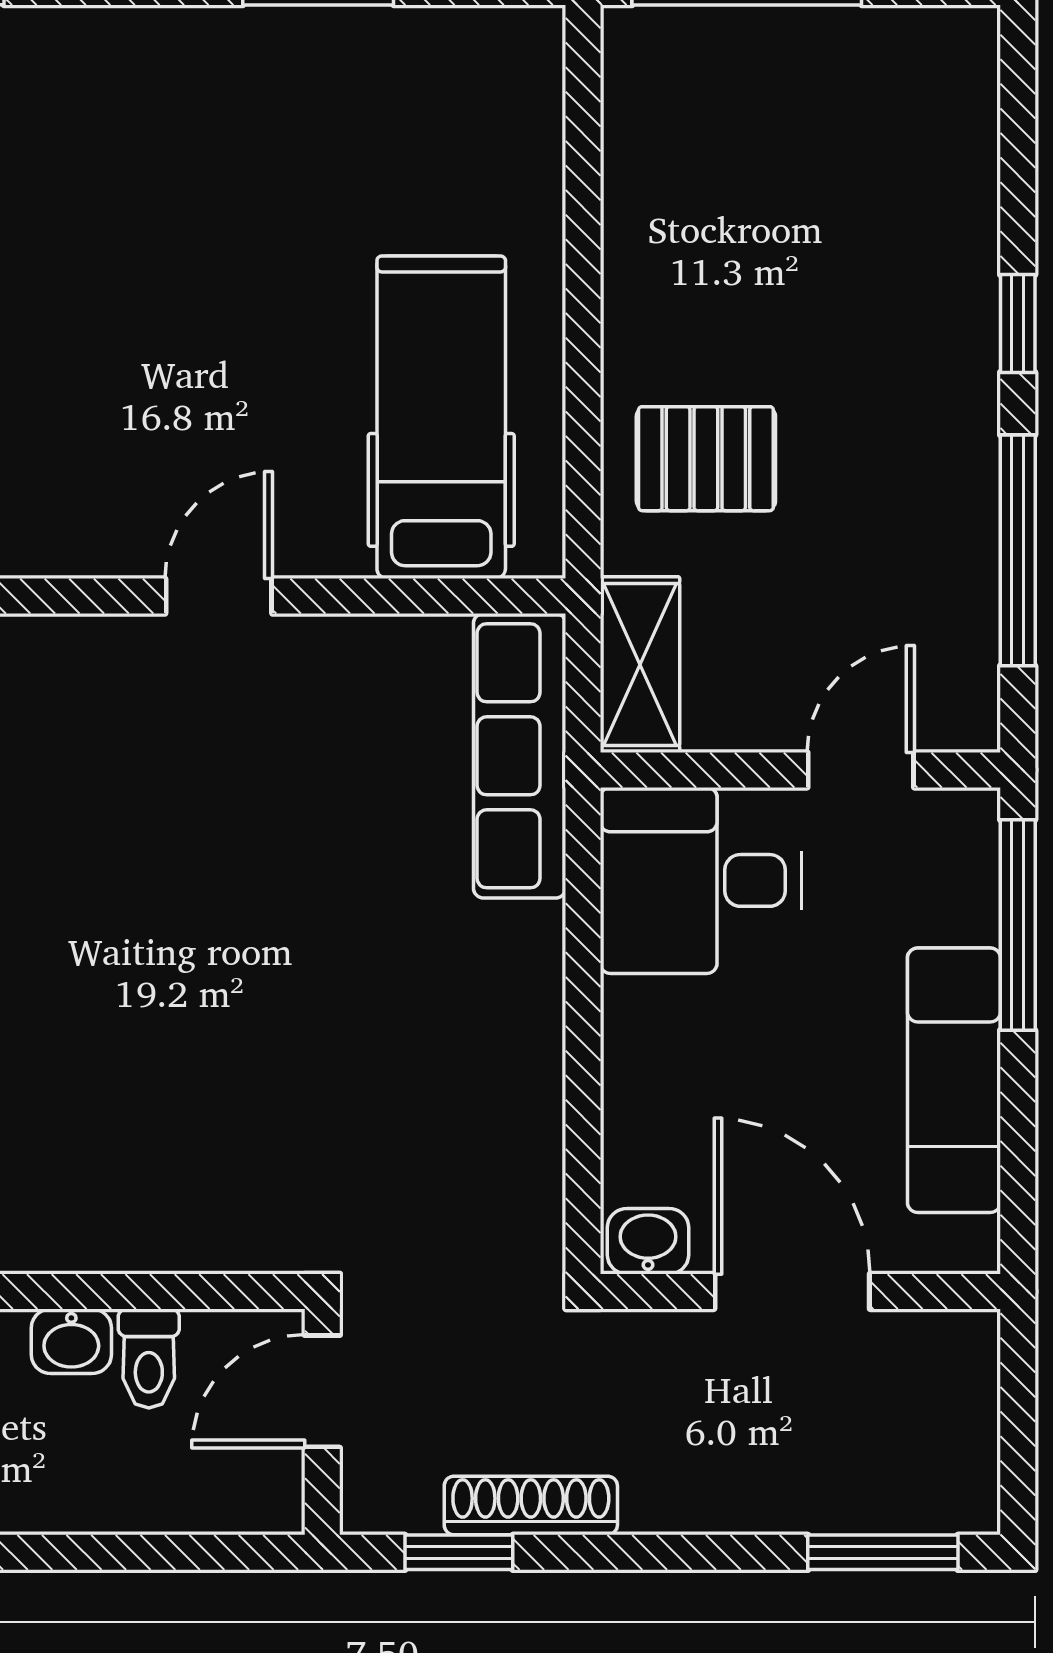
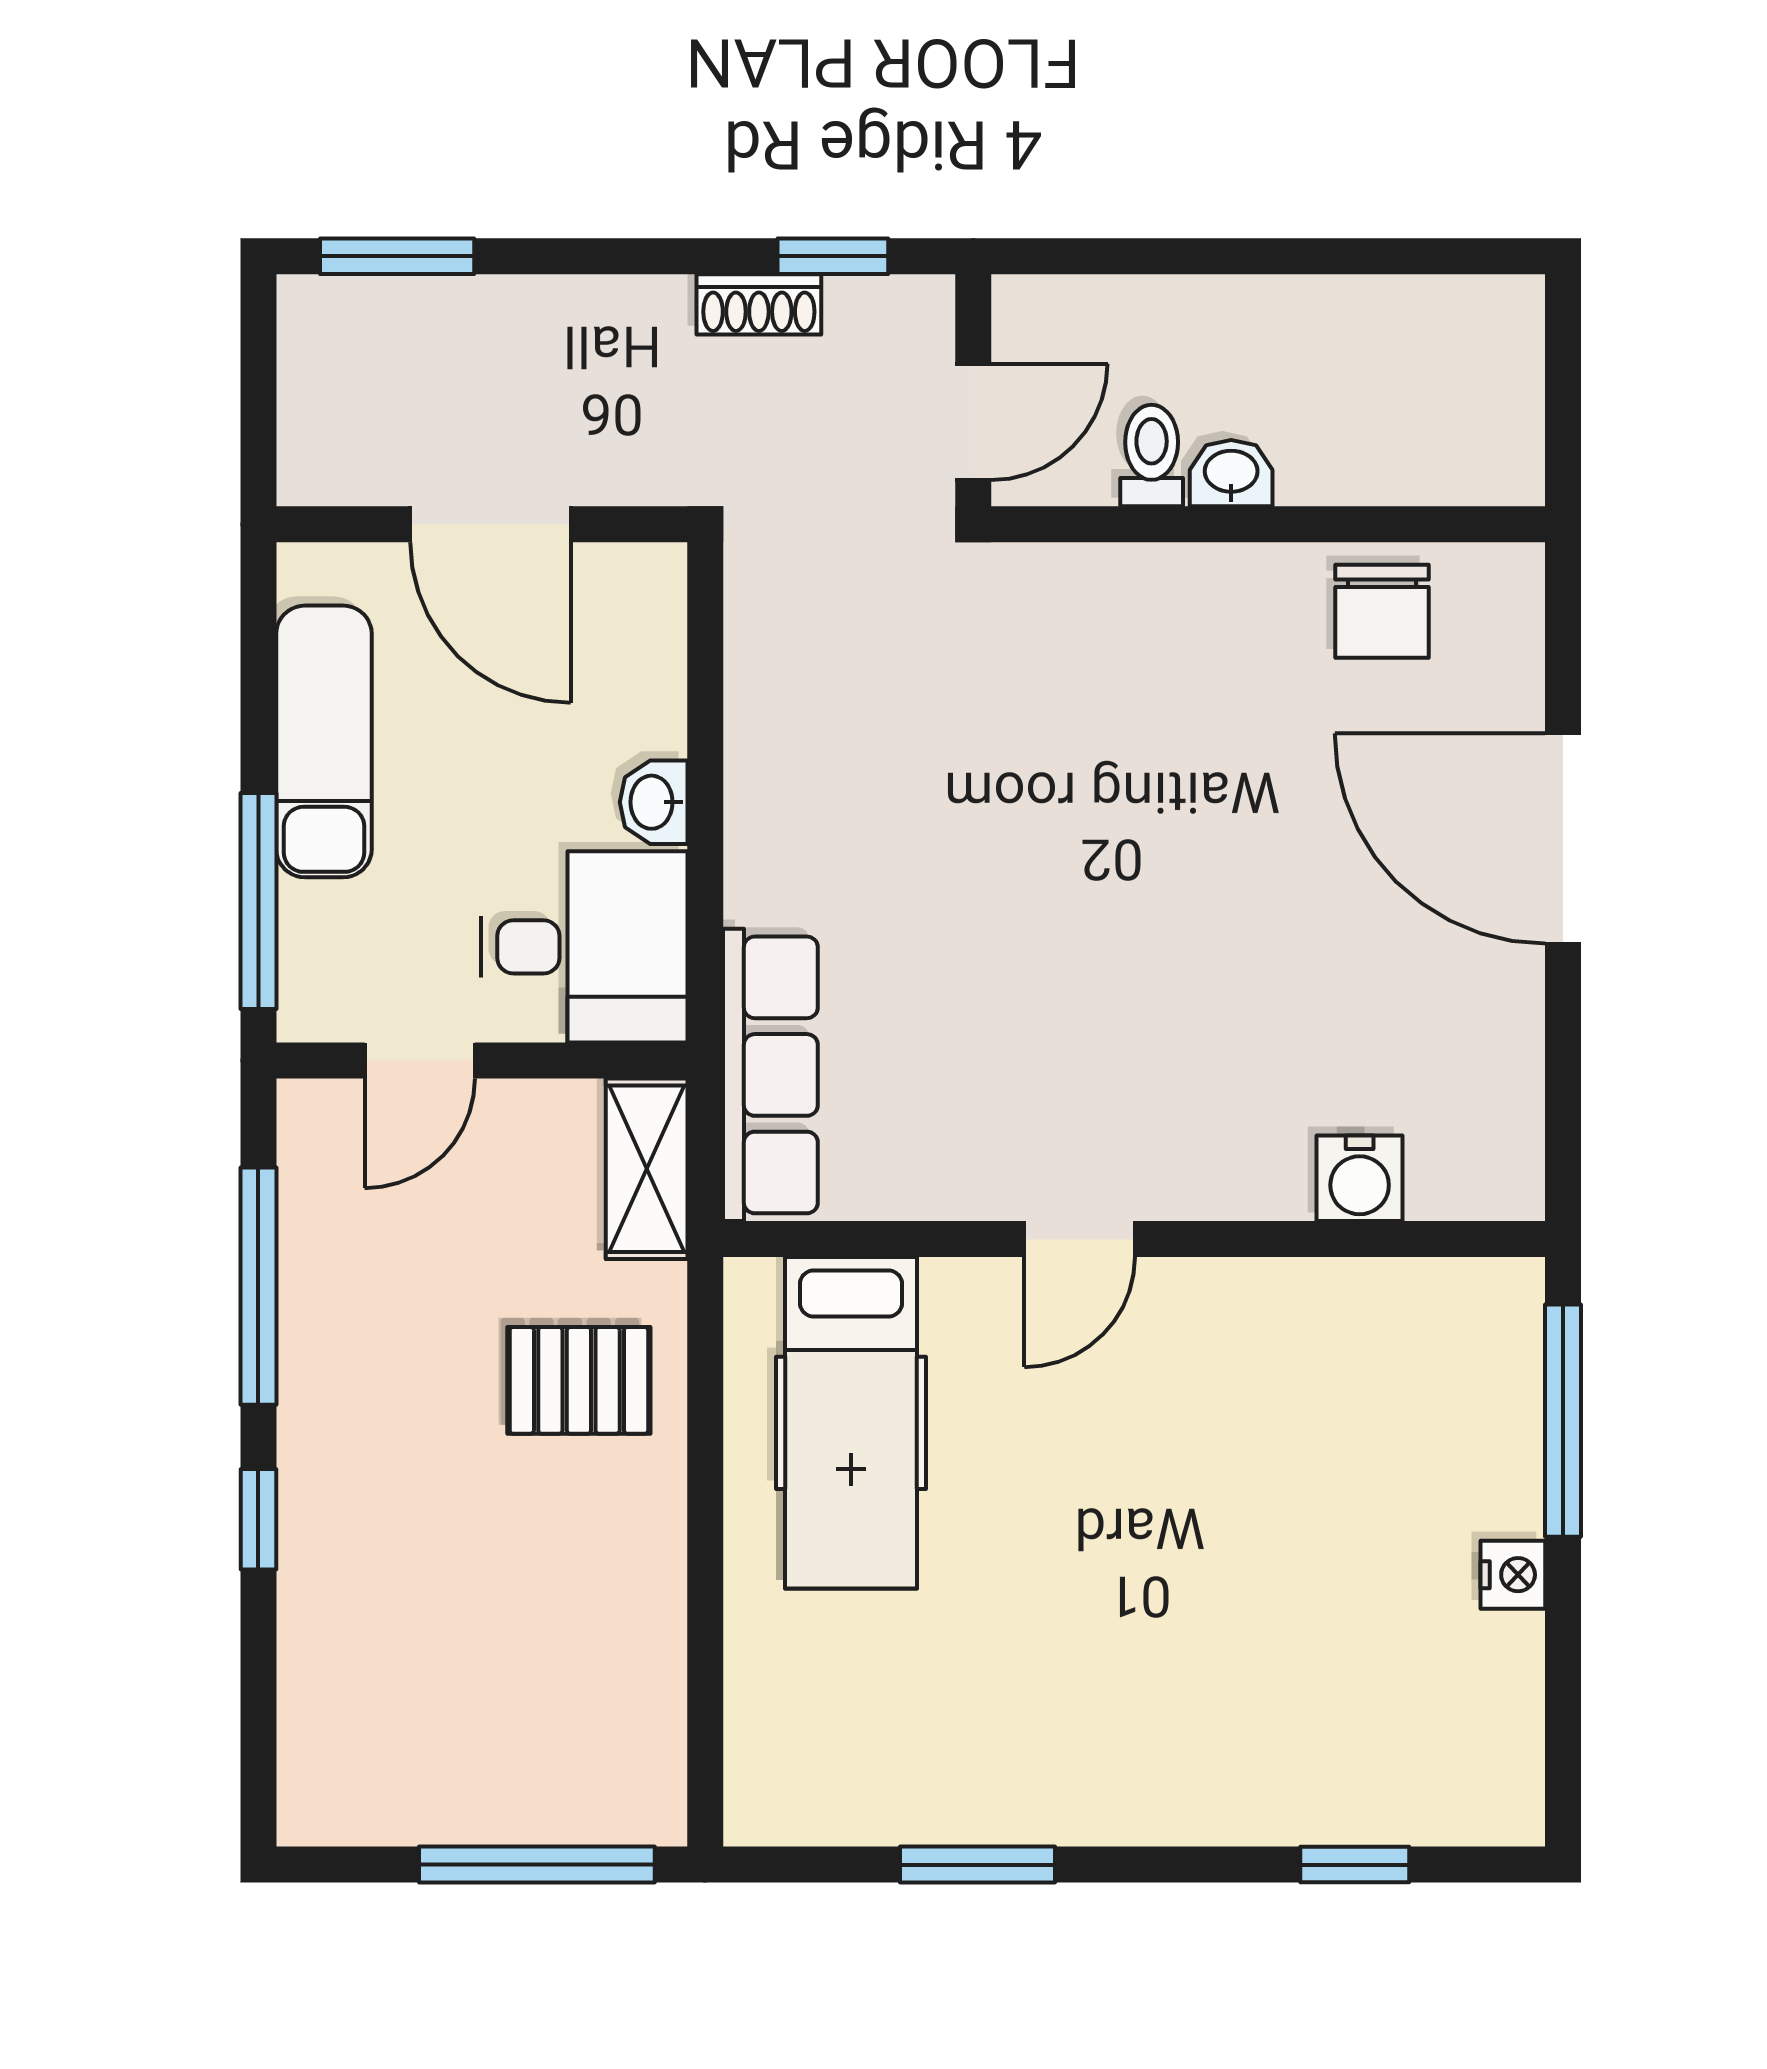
washbasin: (648, 1241) -> (654, 802), moved, turned 90
shoe rack: (531, 1505) -> (759, 304), width x0.70

